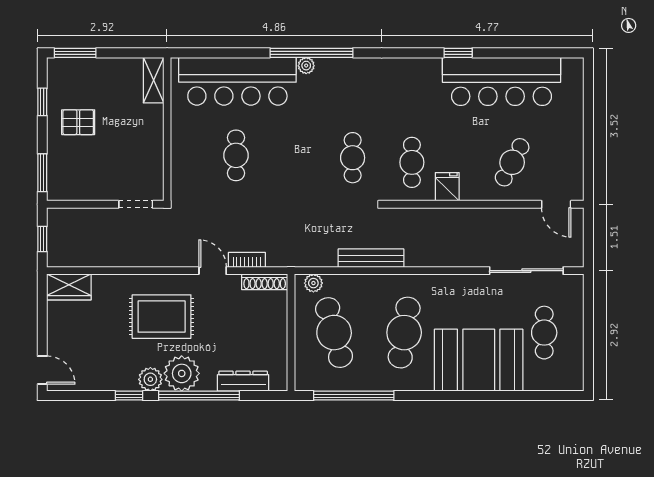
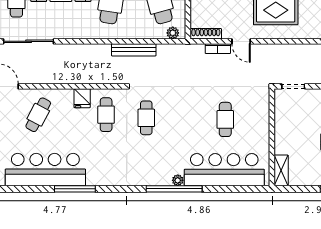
window: (458, 53) -> (75, 189), width x2.17

